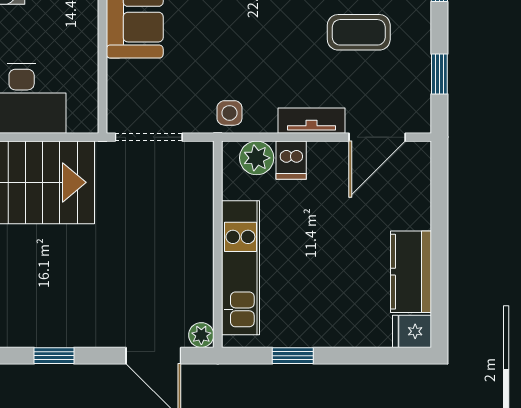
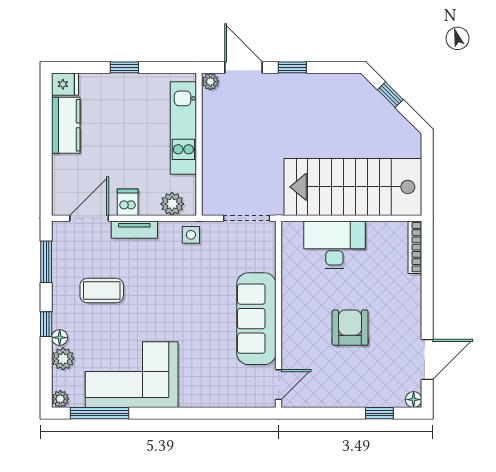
window: (439, 74) -> (46, 262), width x1.50
dishwasher: (291, 160) -> (128, 202), moved
window: (54, 356) -> (292, 67), moved
window: (293, 356) -> (124, 67), moved

